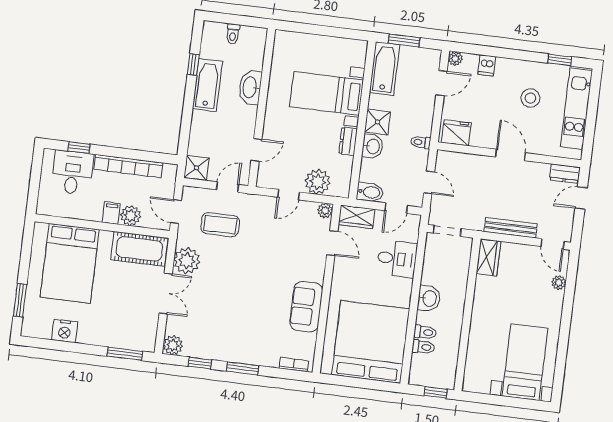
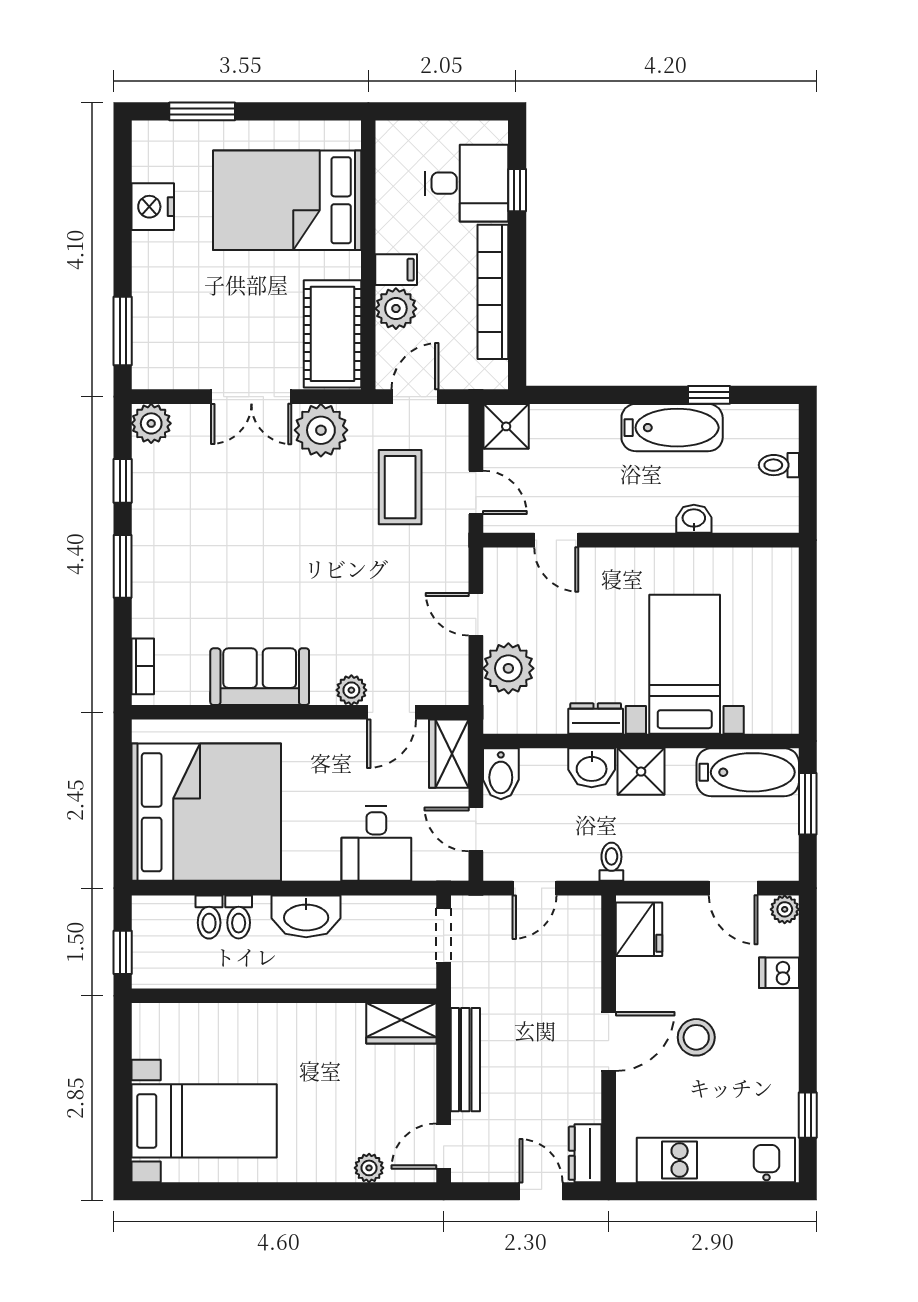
washbasin: (250, 87) -> (694, 519), width x0.52, depth x0.69
stool: (530, 98) -> (696, 1037), moved
plant: (325, 210) -> (351, 690), moved
washbasin: (429, 298) -> (306, 916), width x1.38

